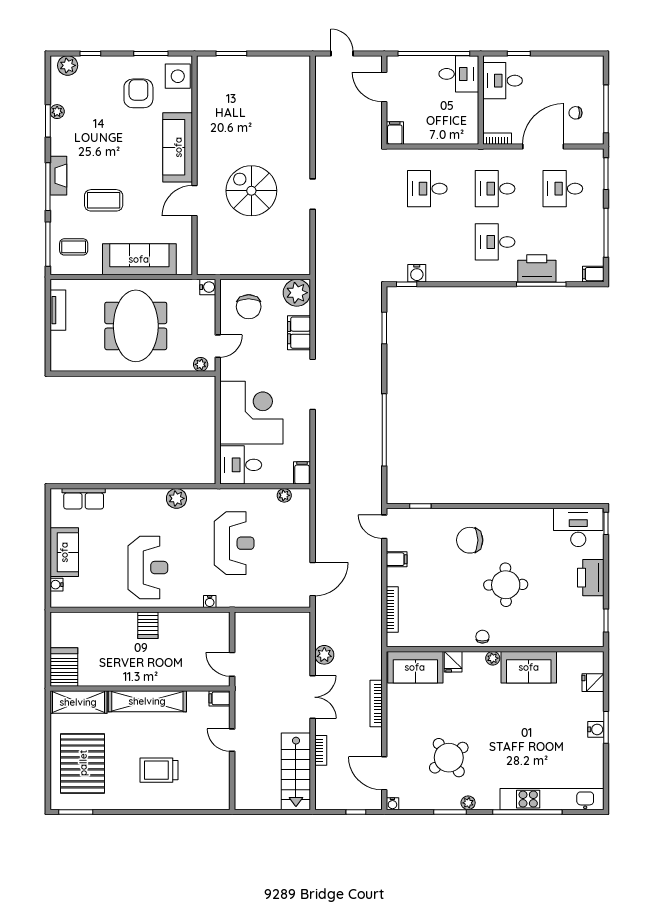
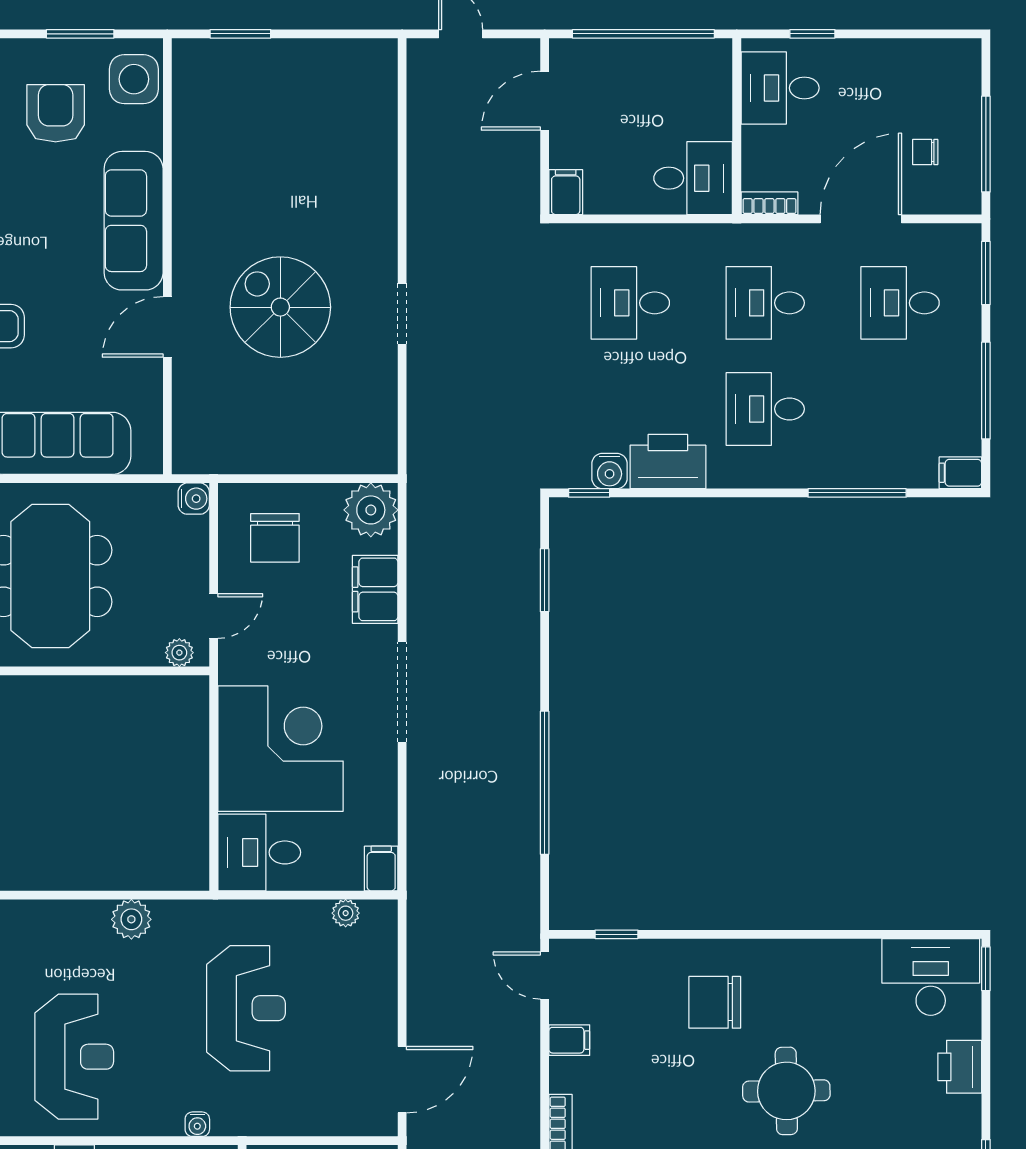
desk: (459, 74) -> (693, 178), moved
door: (384, 87) -> (545, 101), hinge flipped
printer: (537, 268) -> (668, 461), moved
printer: (591, 578) -> (960, 1067), width x0.73, depth x0.84

